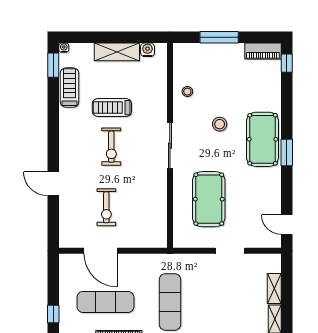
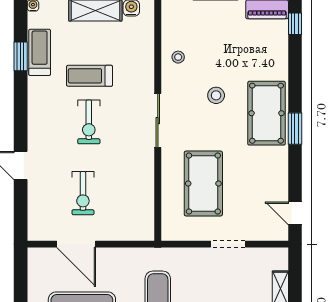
window: (53, 65) -> (21, 56), moved

